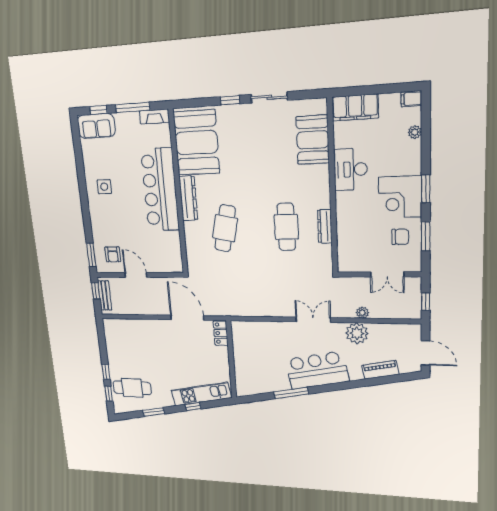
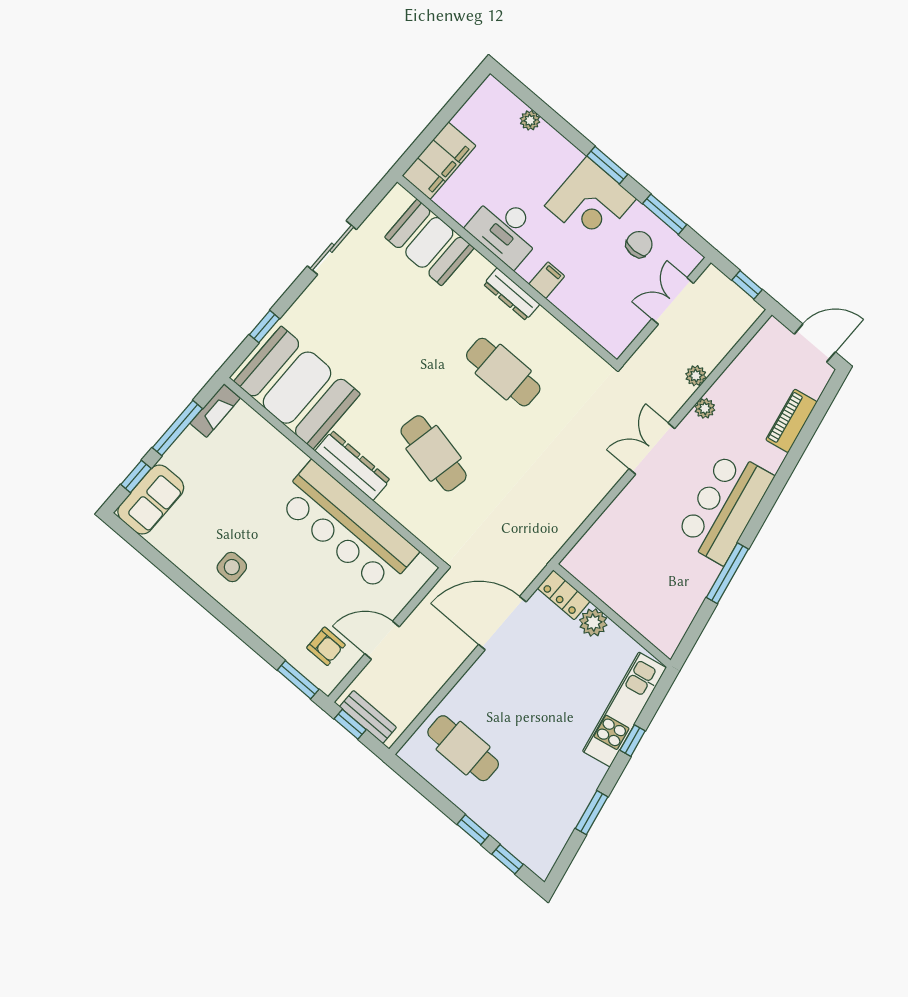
filing cabinet: (411, 99) -> (547, 280), moved, turned 180
window: (230, 100) -> (264, 327), moved
bar counter: (160, 190) -> (347, 527), moved
dresser: (325, 226) -> (512, 294), moved
double door: (387, 274) -> (673, 301), swing flipped
plant: (357, 333) -> (705, 408), width x0.53, depth x0.53
plant: (221, 354) -> (593, 623), added
cafe table: (132, 388) -> (463, 748), moved, turned 90

